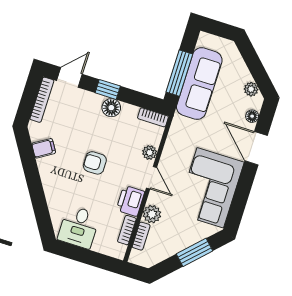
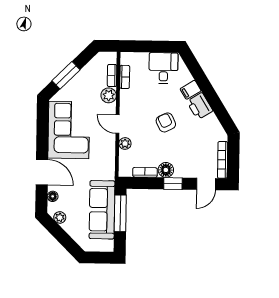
bookcase: (153, 117) -> (145, 172), moved
filing cabinet: (44, 148) -> (191, 90), moved
armchair: (95, 163) -> (166, 122), turned -116
printer: (130, 201) -> (200, 106), moved, turned 148

